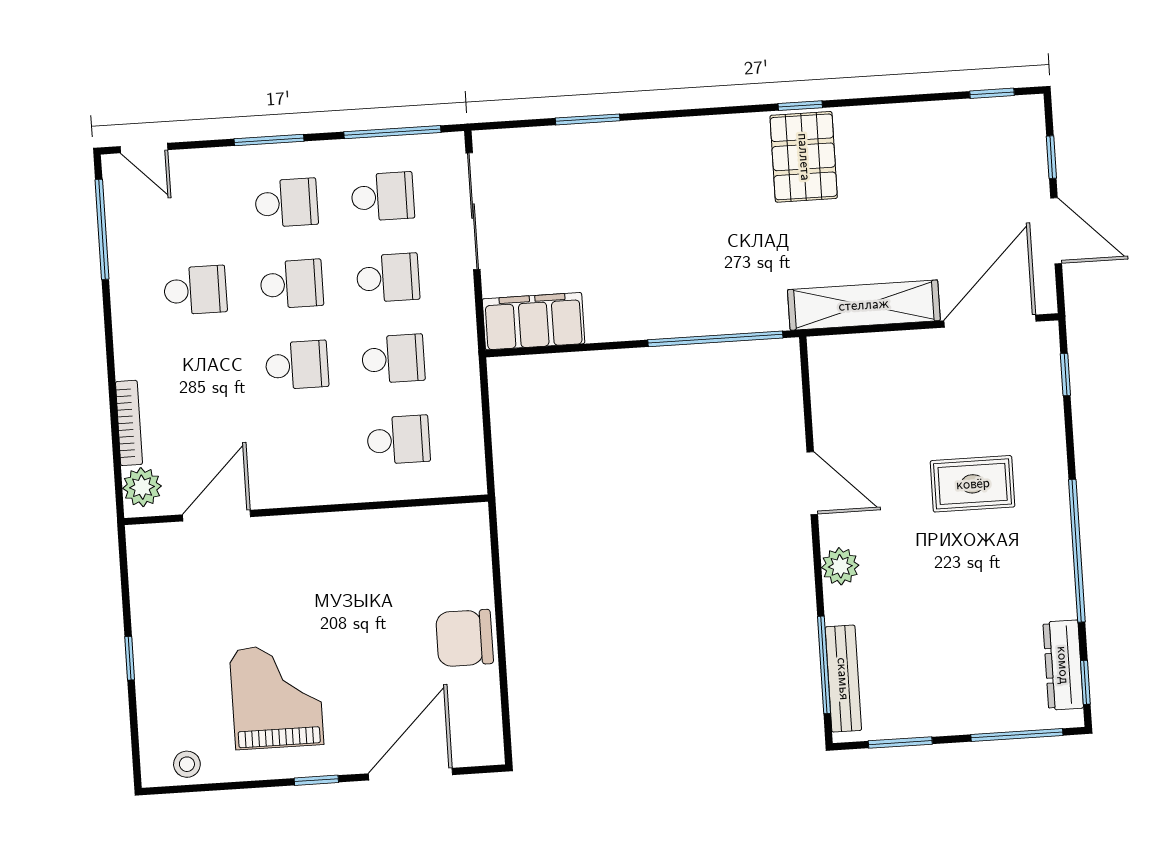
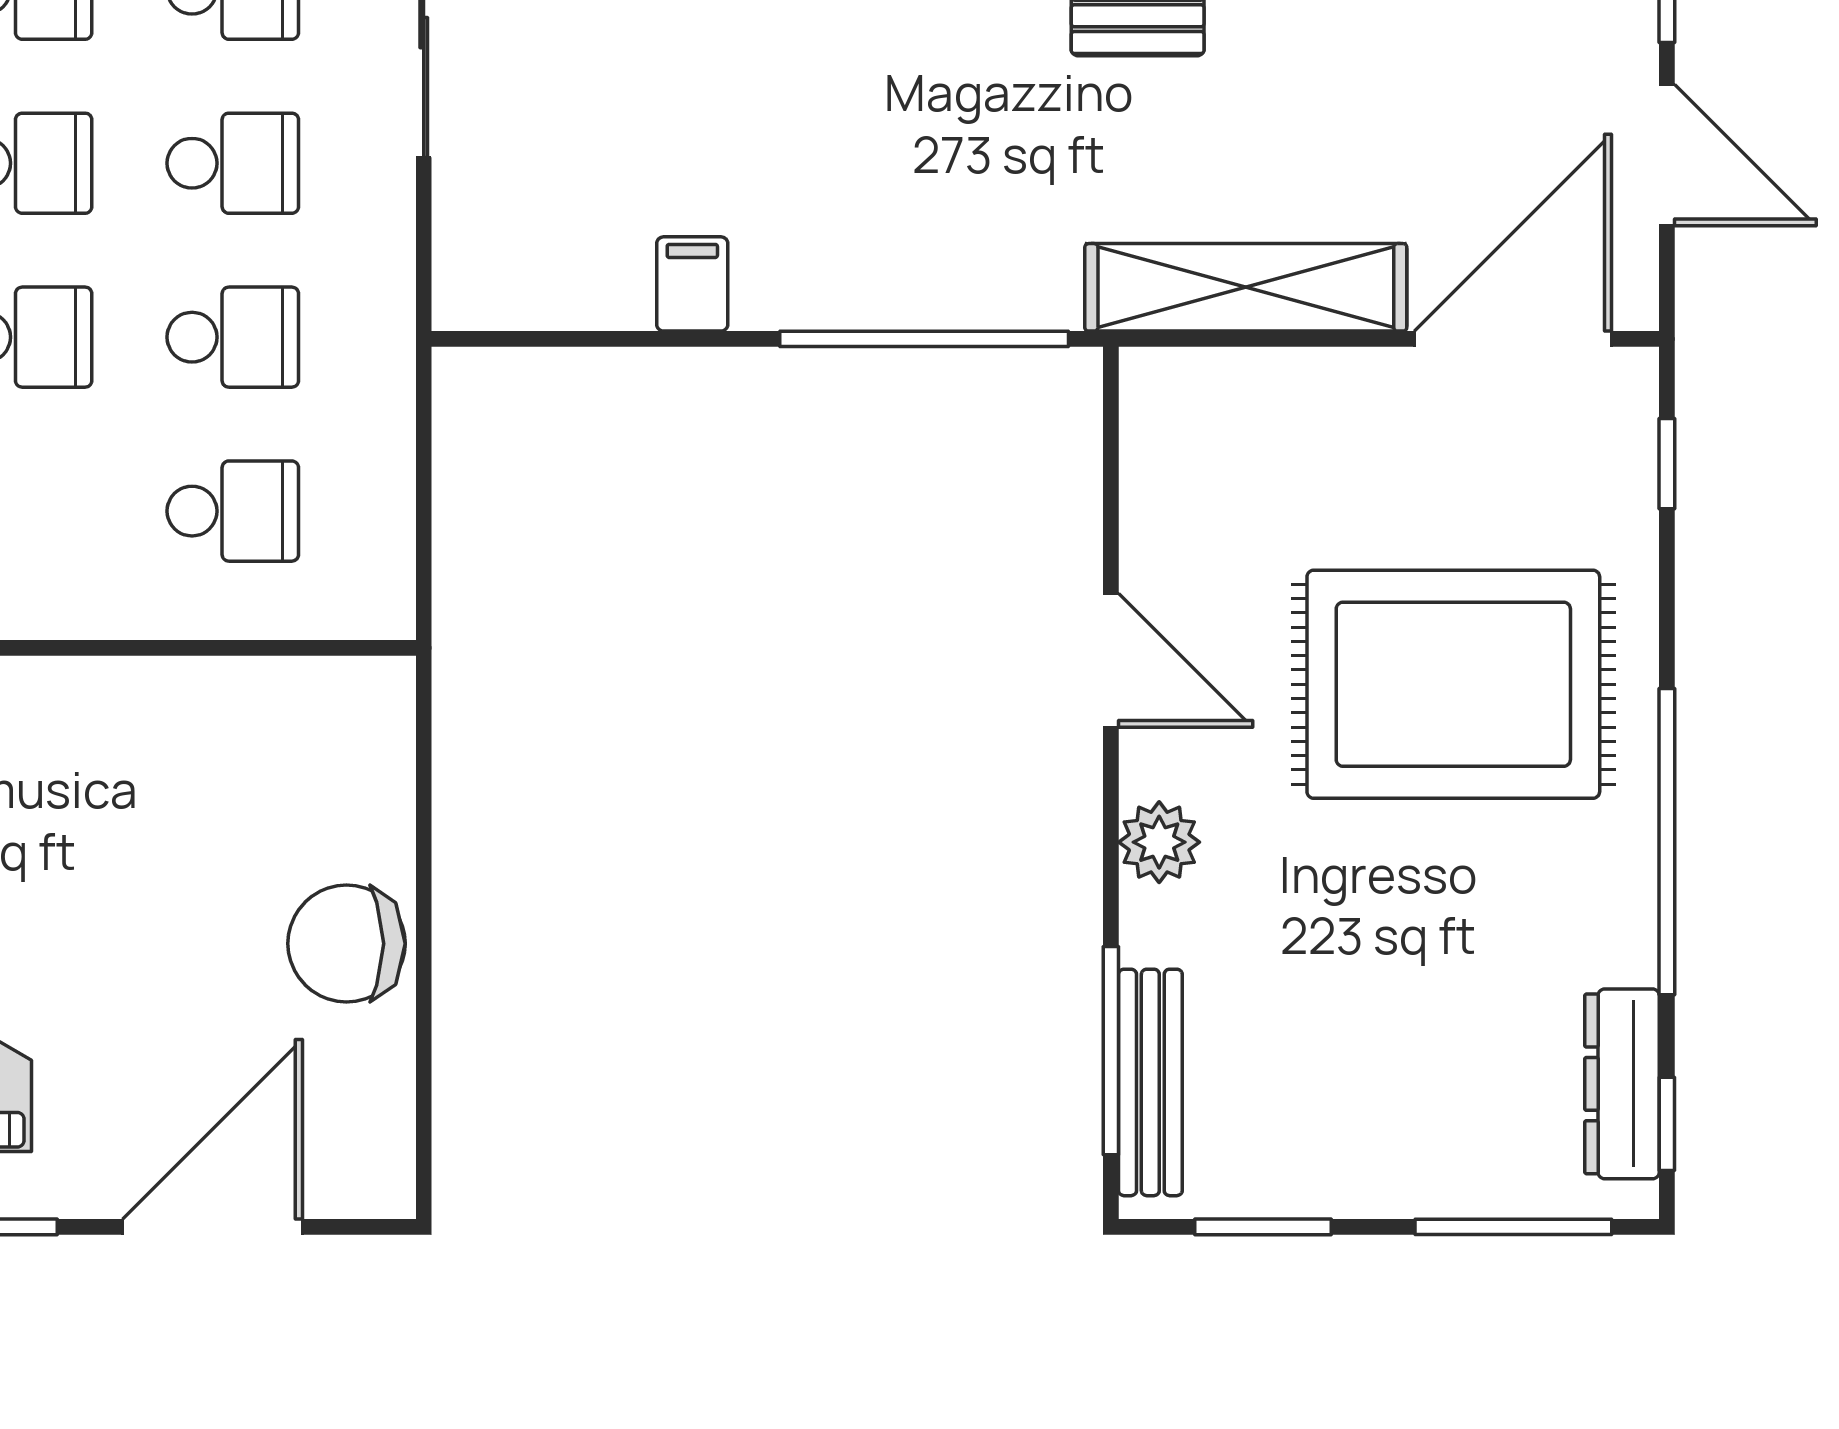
filing cabinet: (533, 321) -> (692, 284), moved, width x0.33, depth x0.86
rug: (973, 484) -> (1453, 684), width x1.86, depth x2.06

